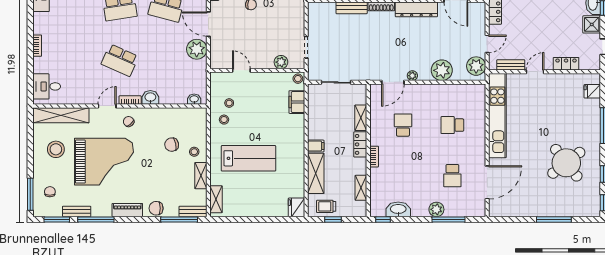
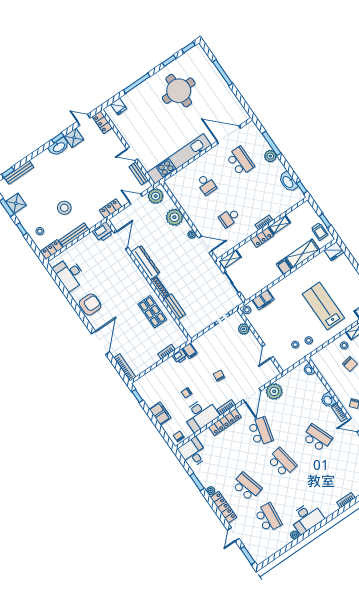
school desk: (120, 60) -> (317, 438), turned -45
locker: (566, 64) -> (102, 122), moved
shelving: (361, 118) -> (230, 259), moved
round table: (566, 163) -> (179, 91), turned 38
school desk: (452, 176) -> (240, 161), width x1.85
shelving: (361, 188) -> (279, 225), moved

